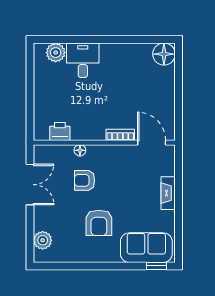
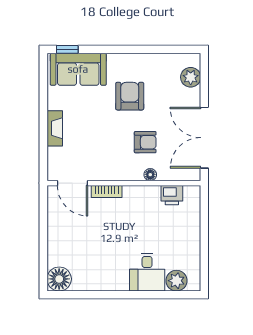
double door: (30, 185) -> (204, 138), width x1.37

